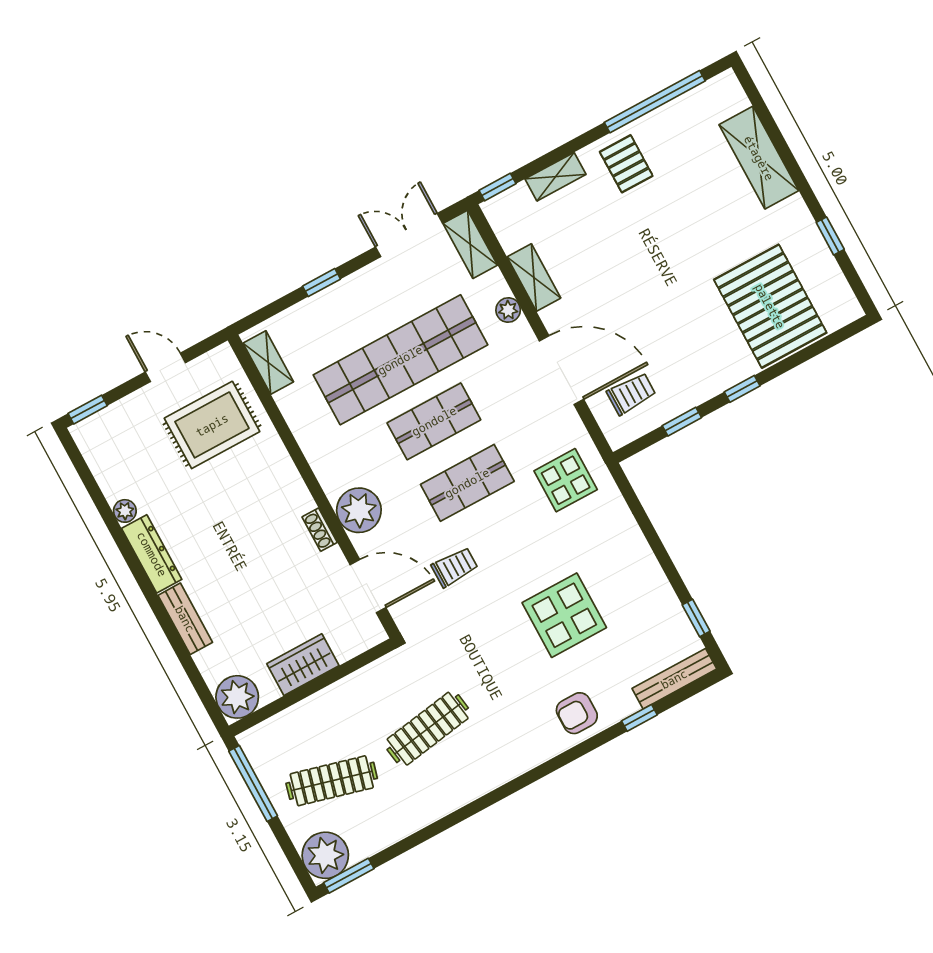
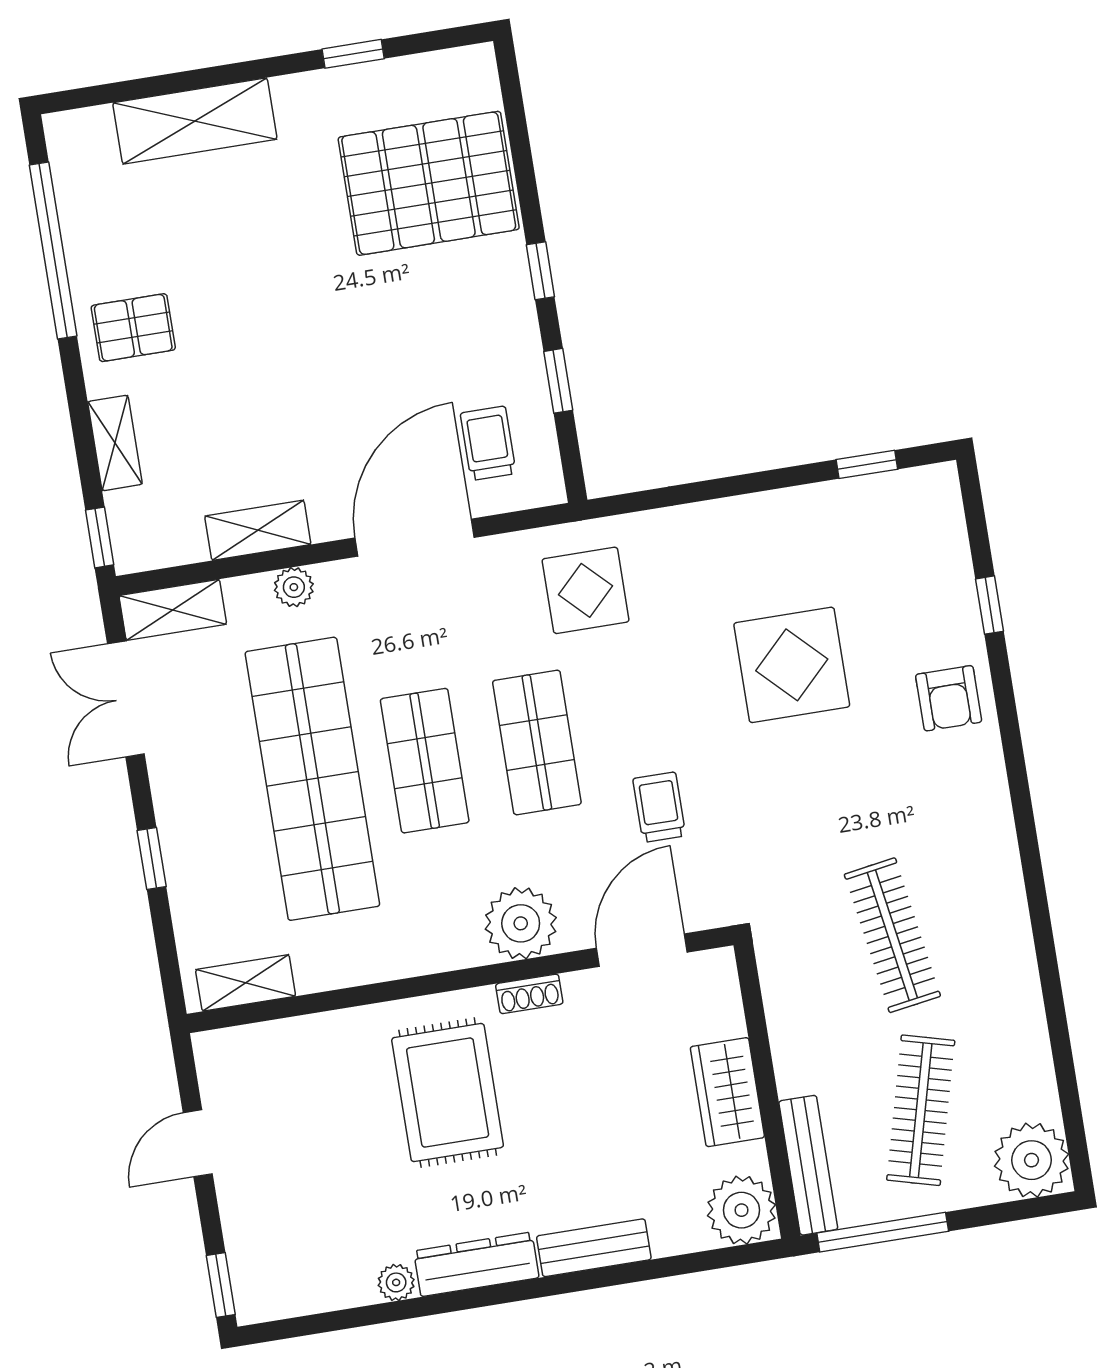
rug: (212, 425) -> (448, 1093), moved
bench: (674, 679) -> (808, 1165), moved
window: (349, 876) -> (1075, 1135), removed

